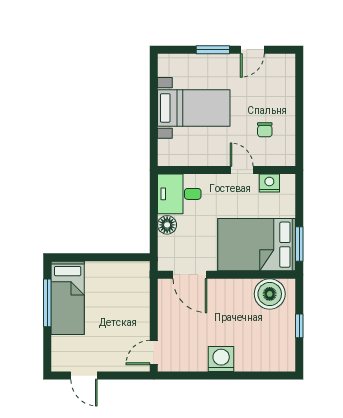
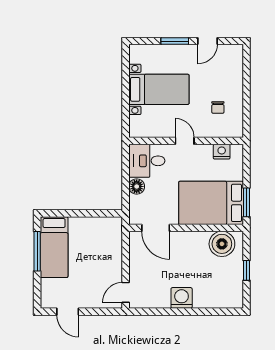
door: (242, 170) -> (185, 141), moved

